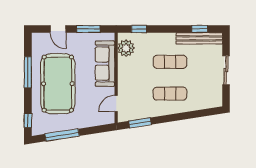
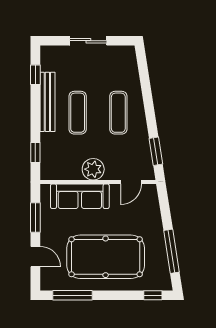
door: (58, 29) -> (35, 257), hinge flipped
bench: (199, 38) -> (47, 102), moved
plant: (126, 48) -> (93, 169), moved
window: (28, 72) -> (73, 295), moved
door: (116, 104) -> (131, 182), hinge flipped

